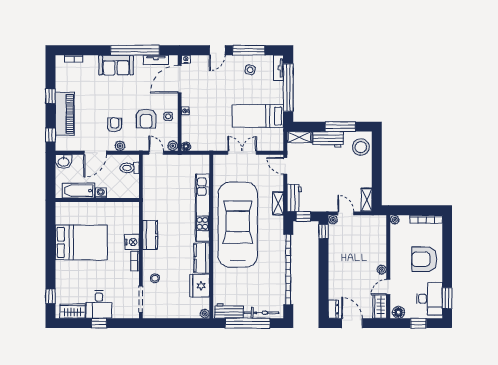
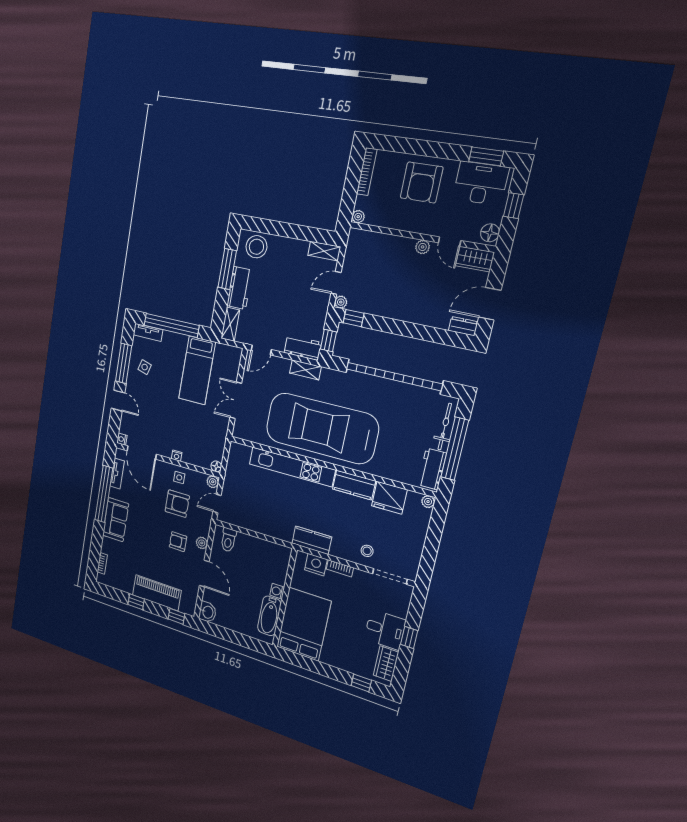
bathtub: (78, 191) -> (269, 616), moved
washing machine: (101, 193) -> (277, 591), moved
wall: (97, 200) -> (285, 598), moved

